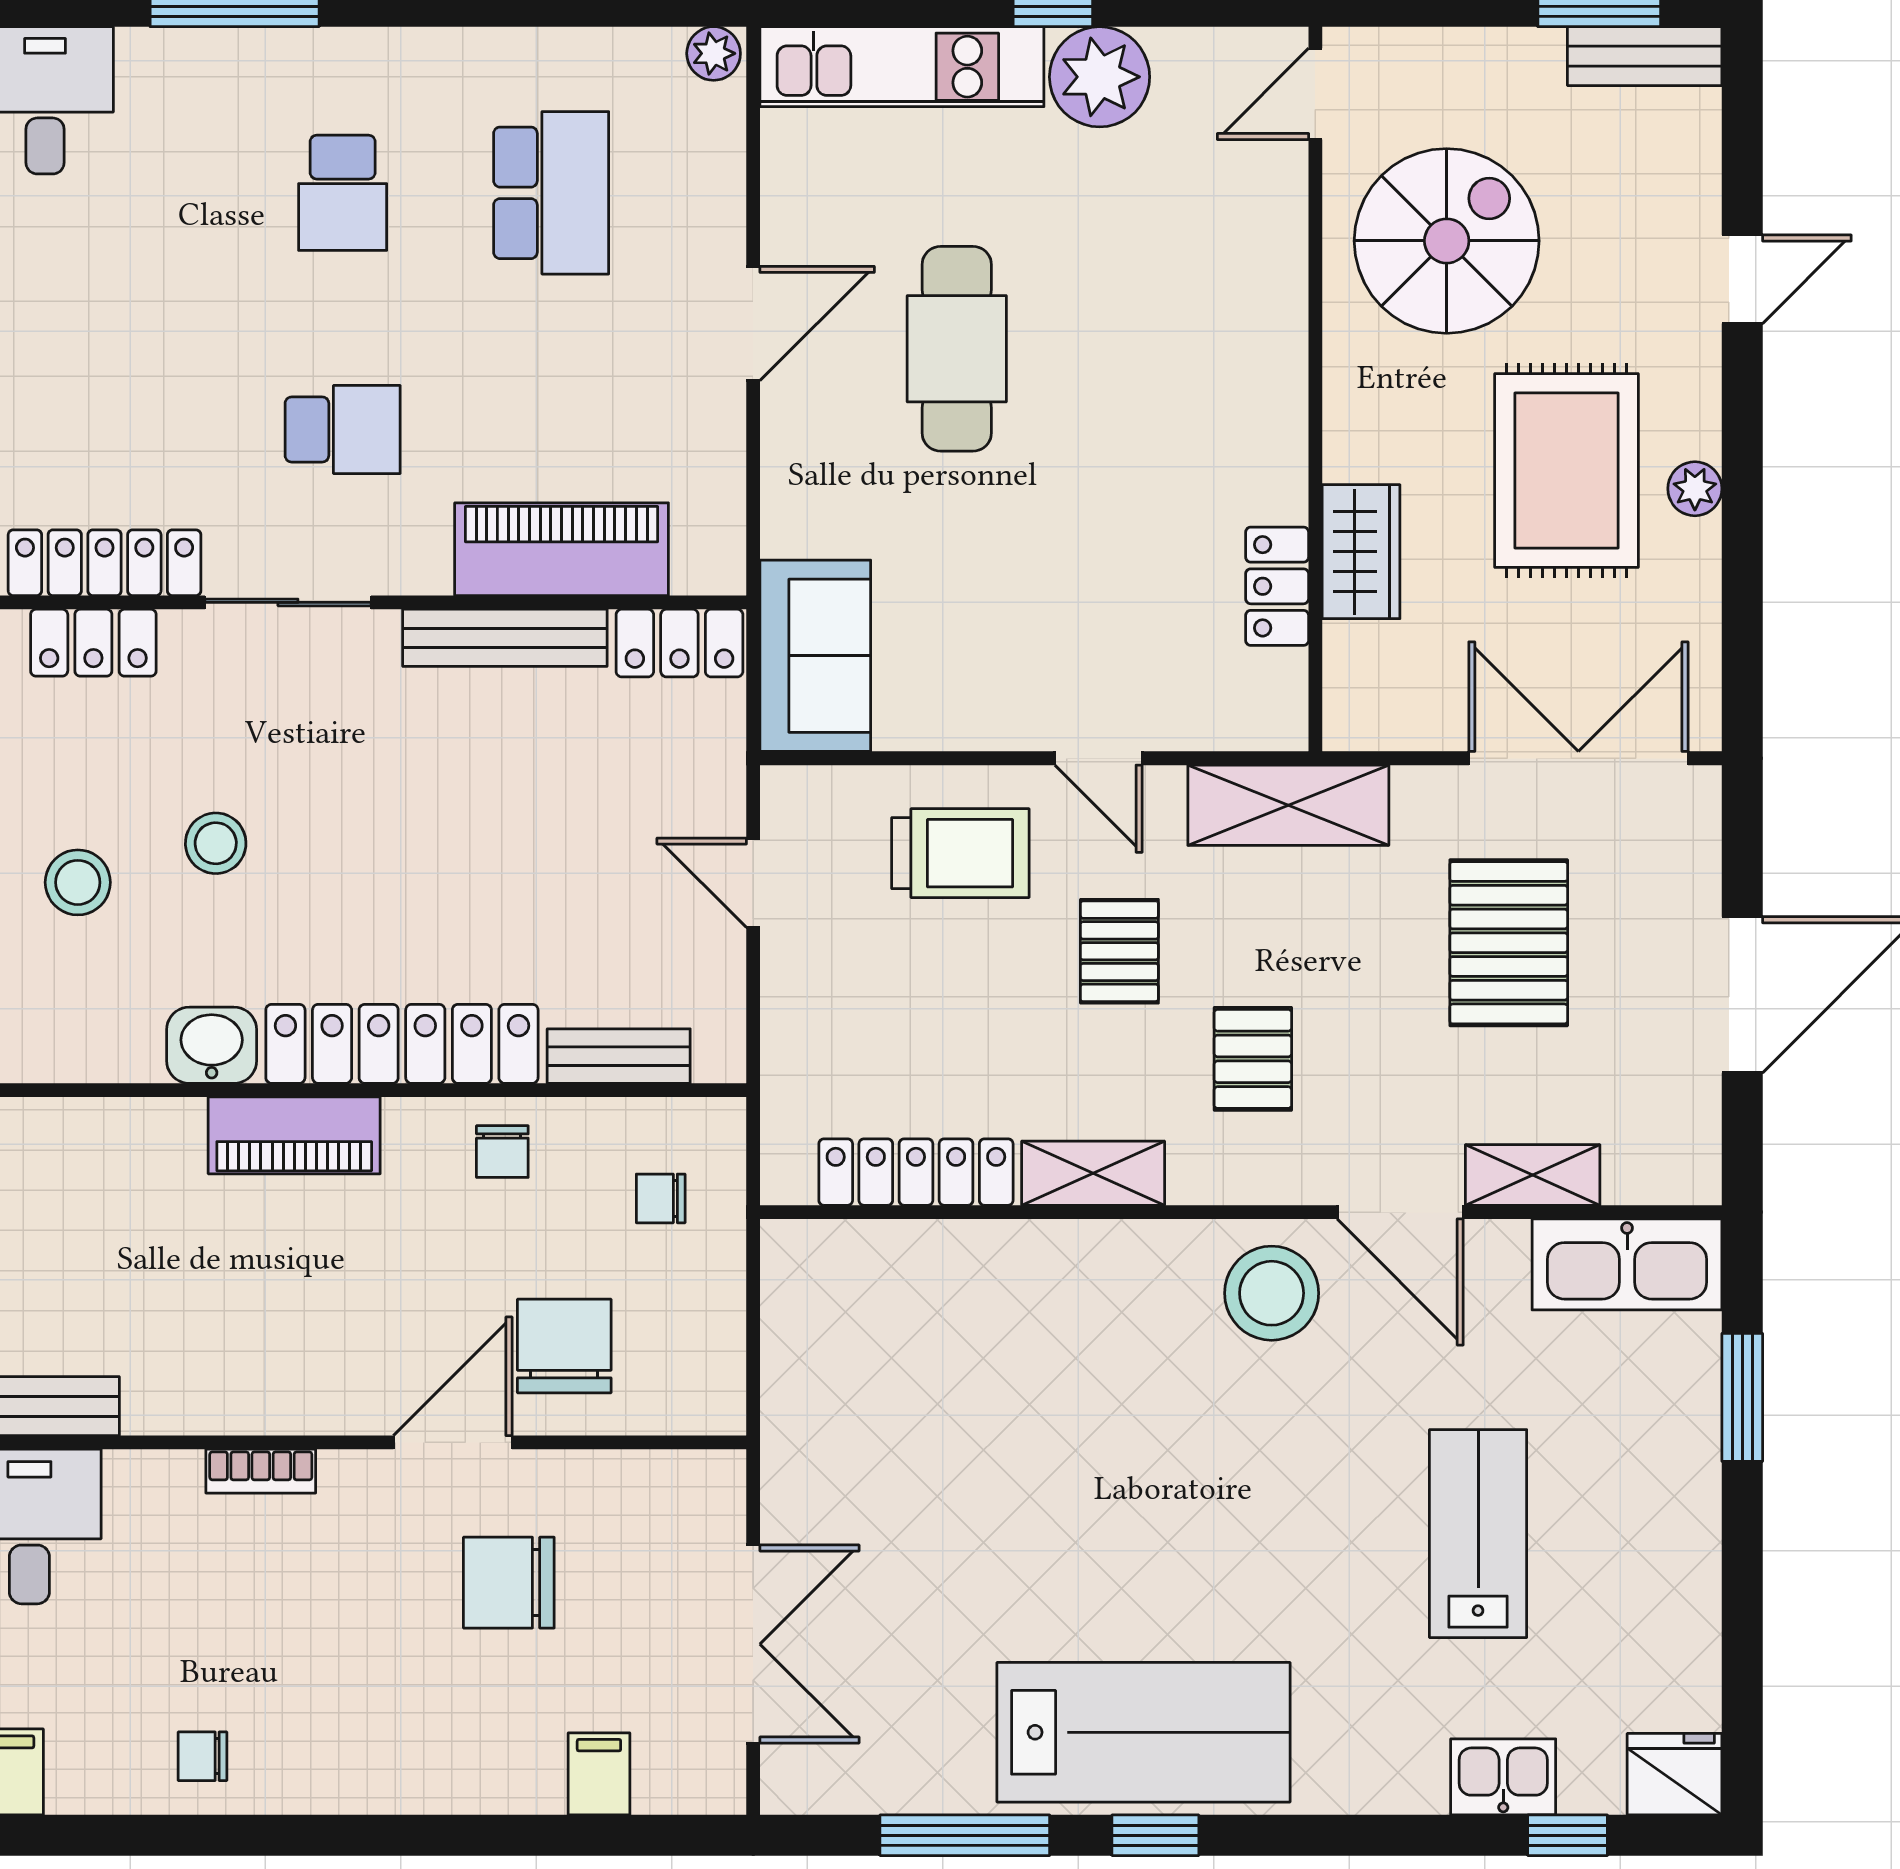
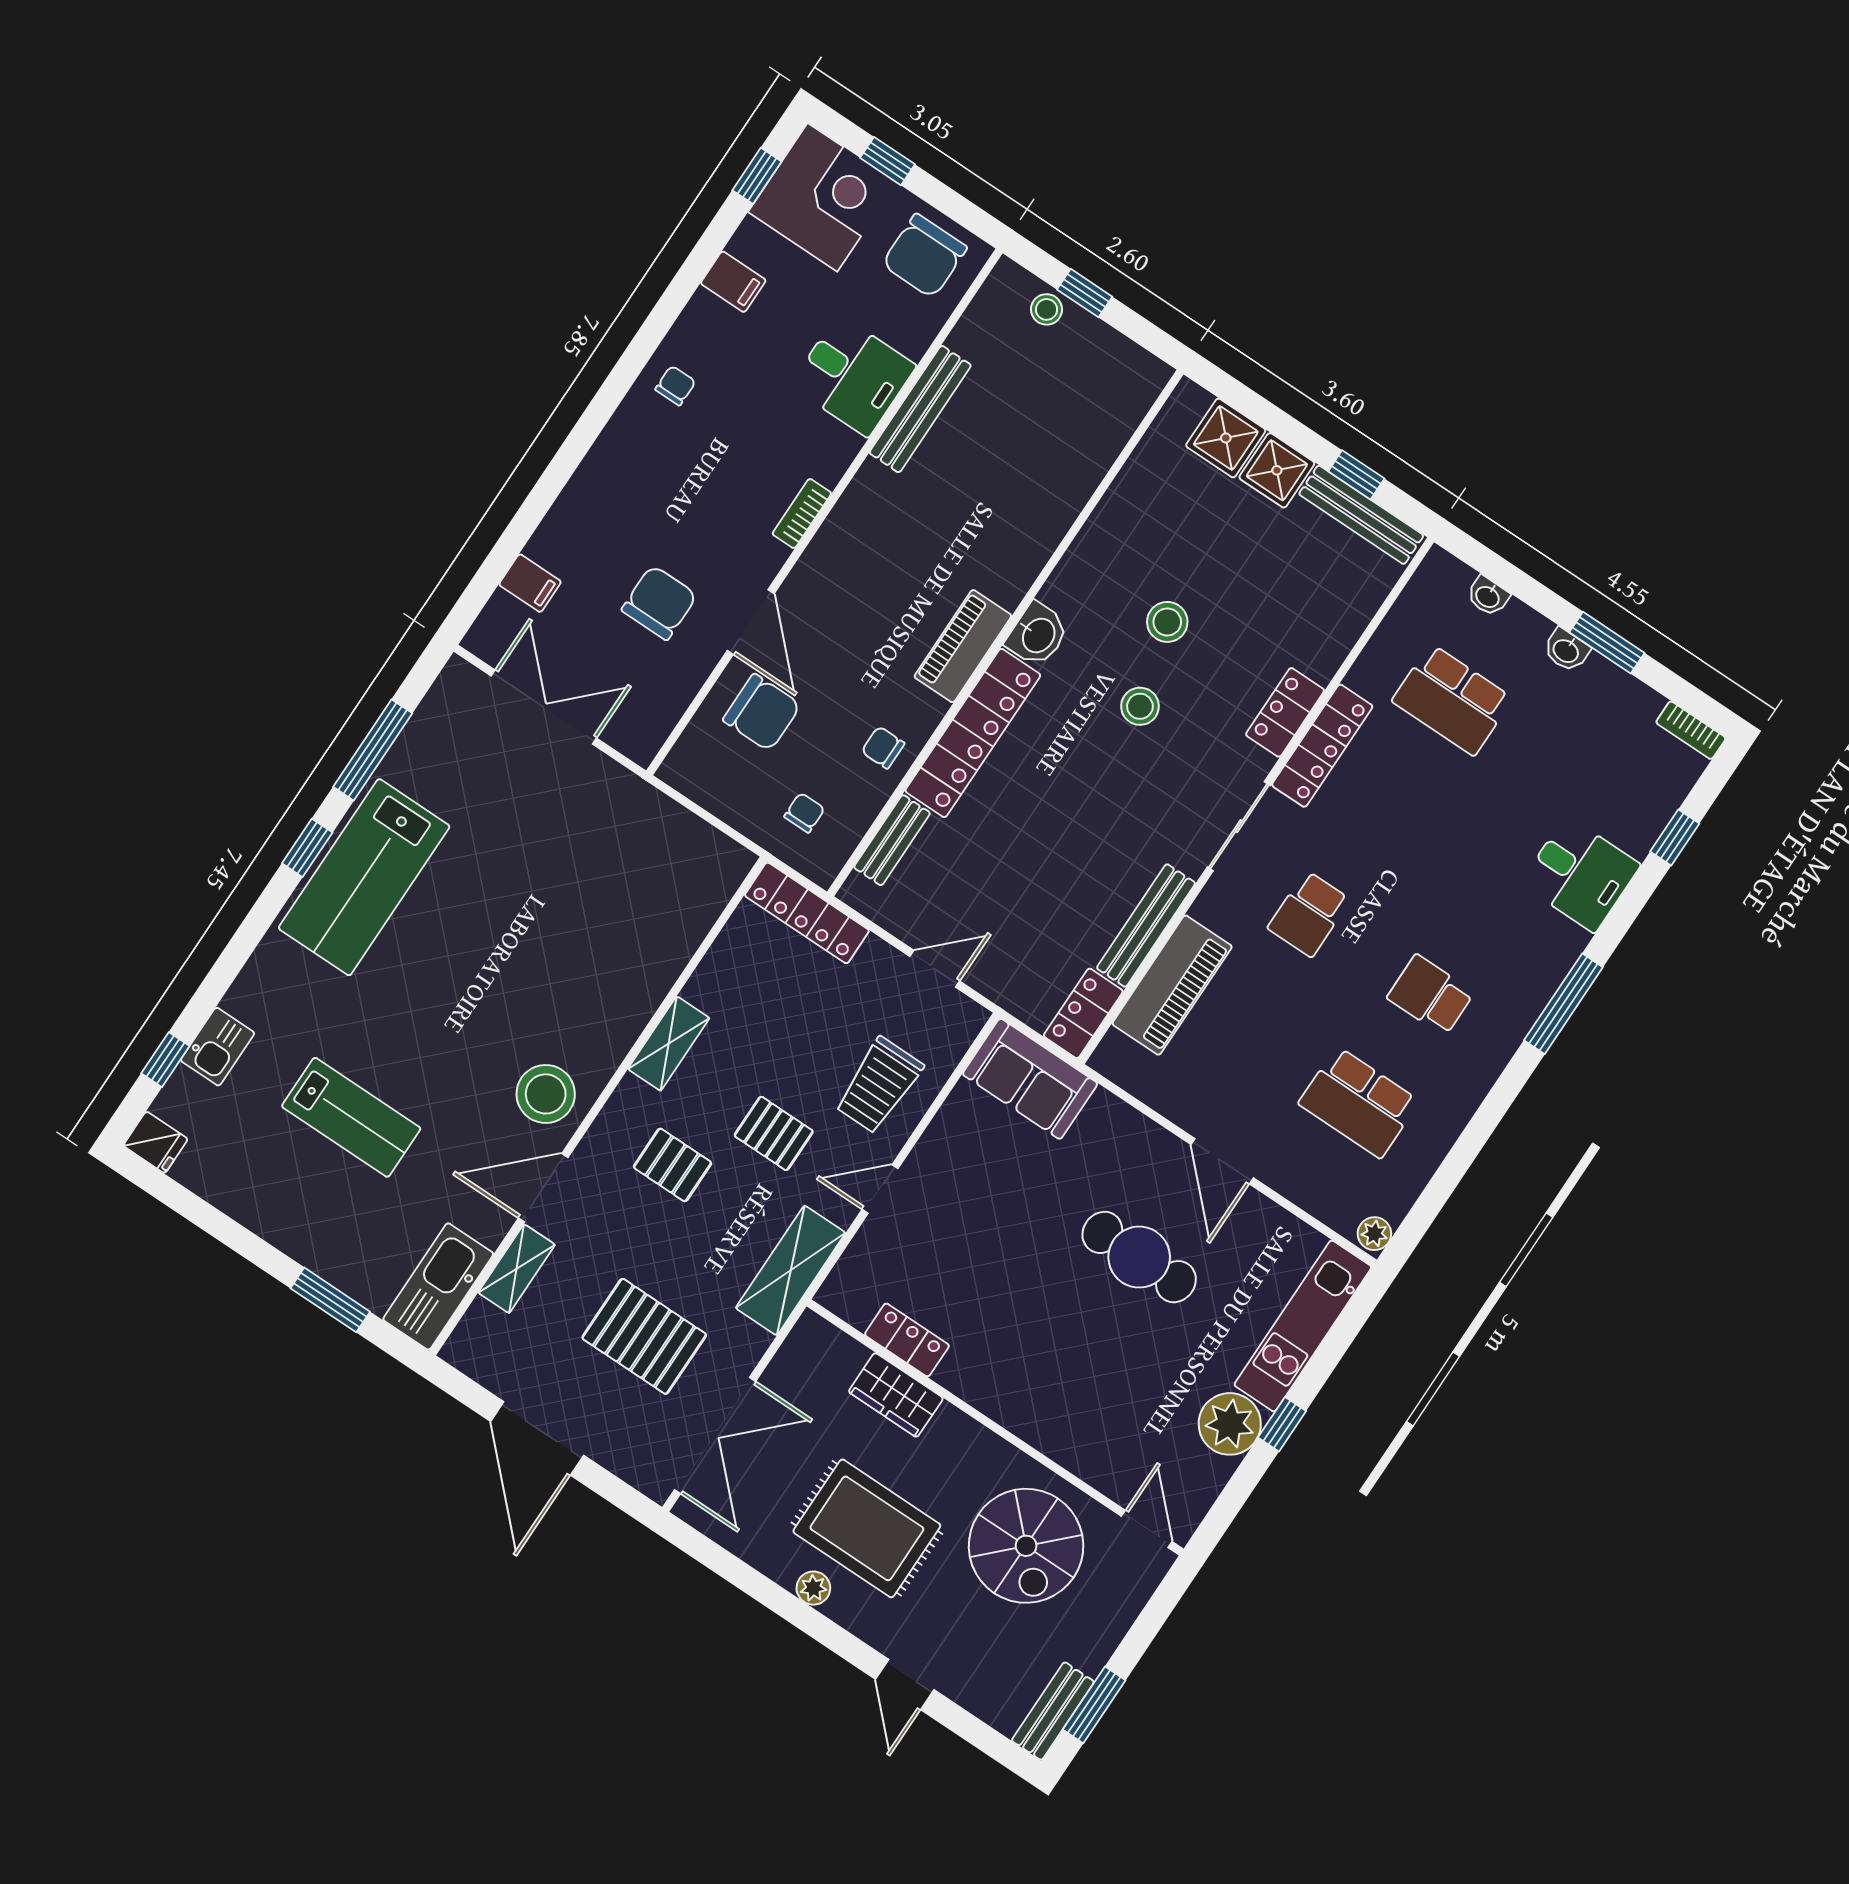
locker: (916, 1172) -> (807, 913), moved, turned 90
double door: (753, 1644) -> (544, 707), swing flipped
fridge: (1675, 1774) -> (155, 1142), width x0.72

